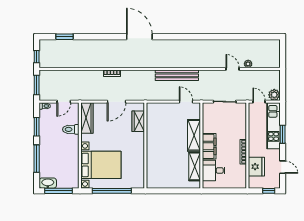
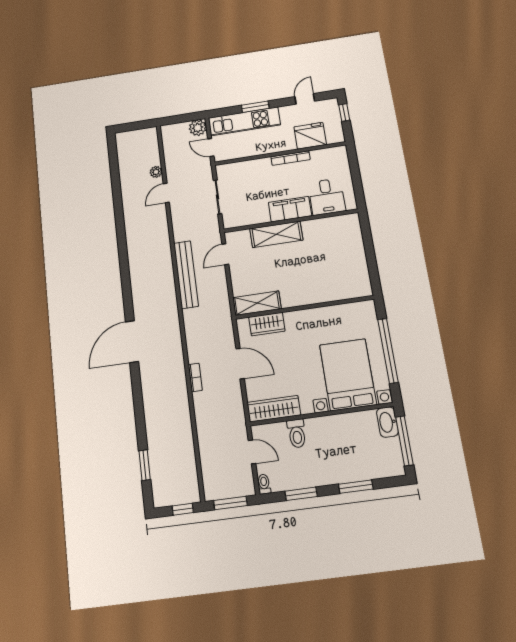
door: (259, 102) -> (211, 147), hinge flipped
window: (37, 159) -> (356, 487), width x0.69
shelving: (195, 166) -> (257, 303), moved
washbasin: (48, 183) -> (387, 422), moved

